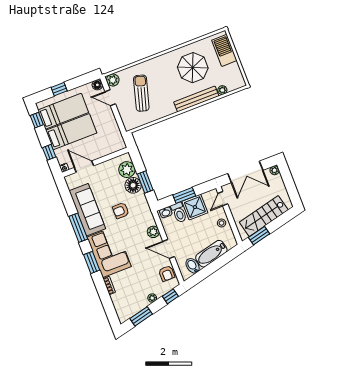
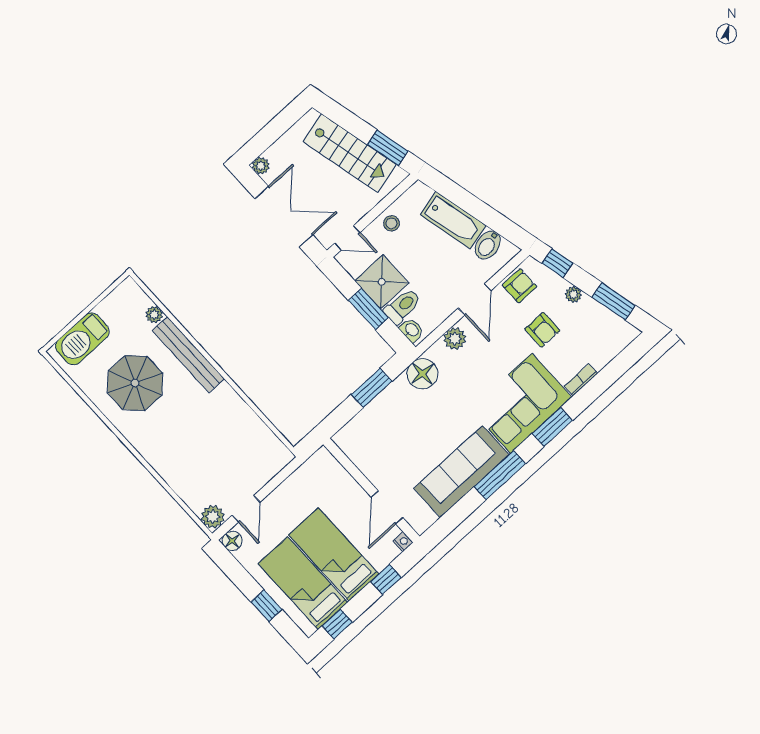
sun lounger: (141, 93) -> (216, 457), removed
plant: (127, 170) -> (362, 429), removed
floor lamp: (133, 185) -> (422, 374), moved
armchair: (121, 211) -> (542, 330), moved

